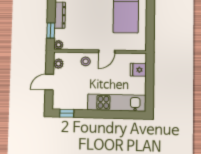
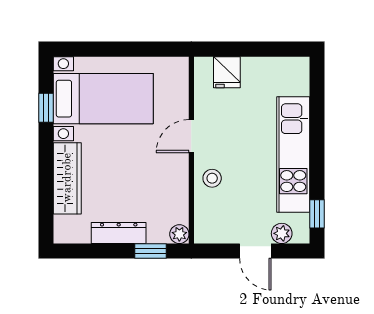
door: (107, 52) -> (191, 136), swing flipped
plant: (58, 64) -> (282, 233), moved
kitchen unit: (117, 103) -> (293, 155), moved

